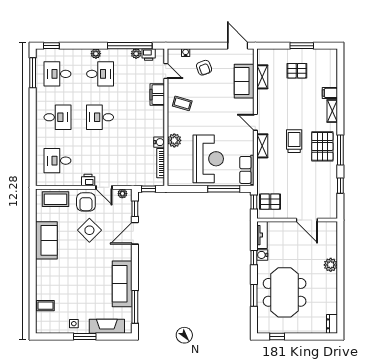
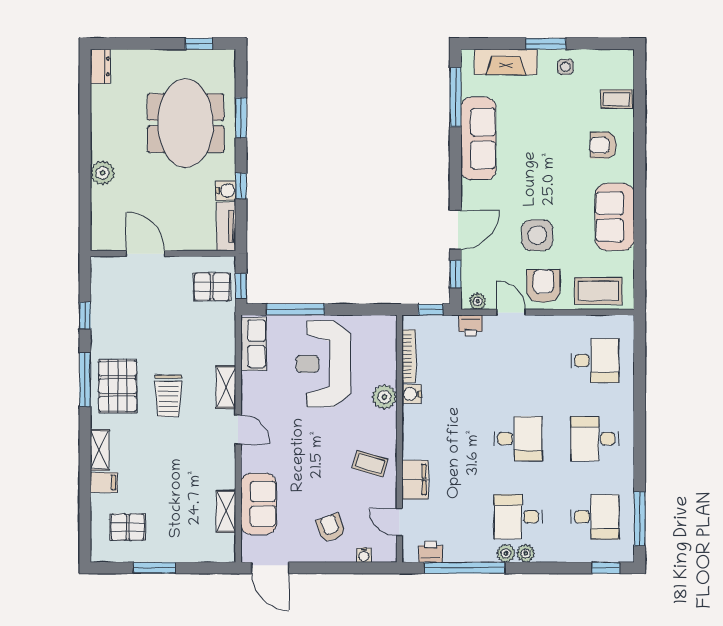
plant: (136, 54) -> (506, 553), moved
pallet: (297, 71) -> (128, 527), moved
printer: (88, 180) -> (470, 326), moved
side table: (89, 230) -> (537, 235), turned 45
armchair: (53, 280) -> (603, 145), added

